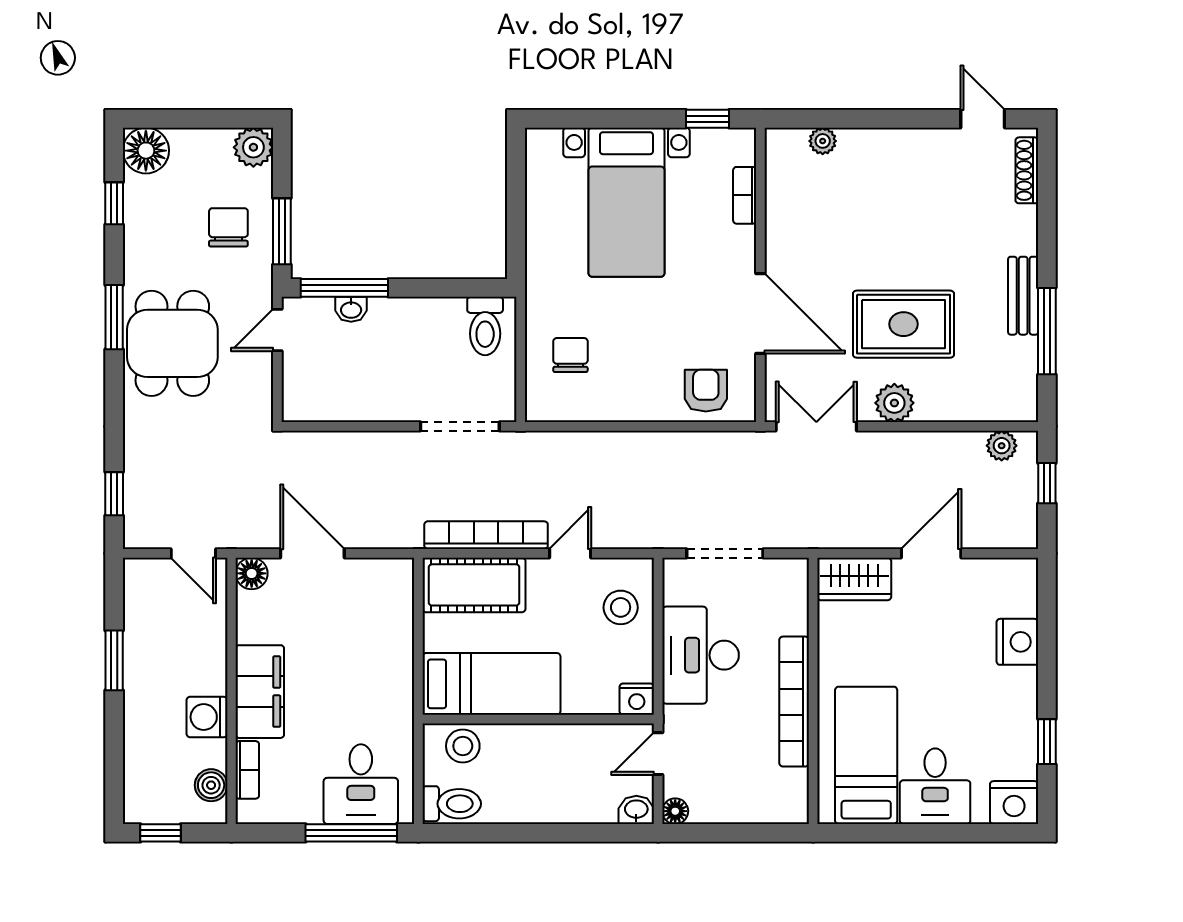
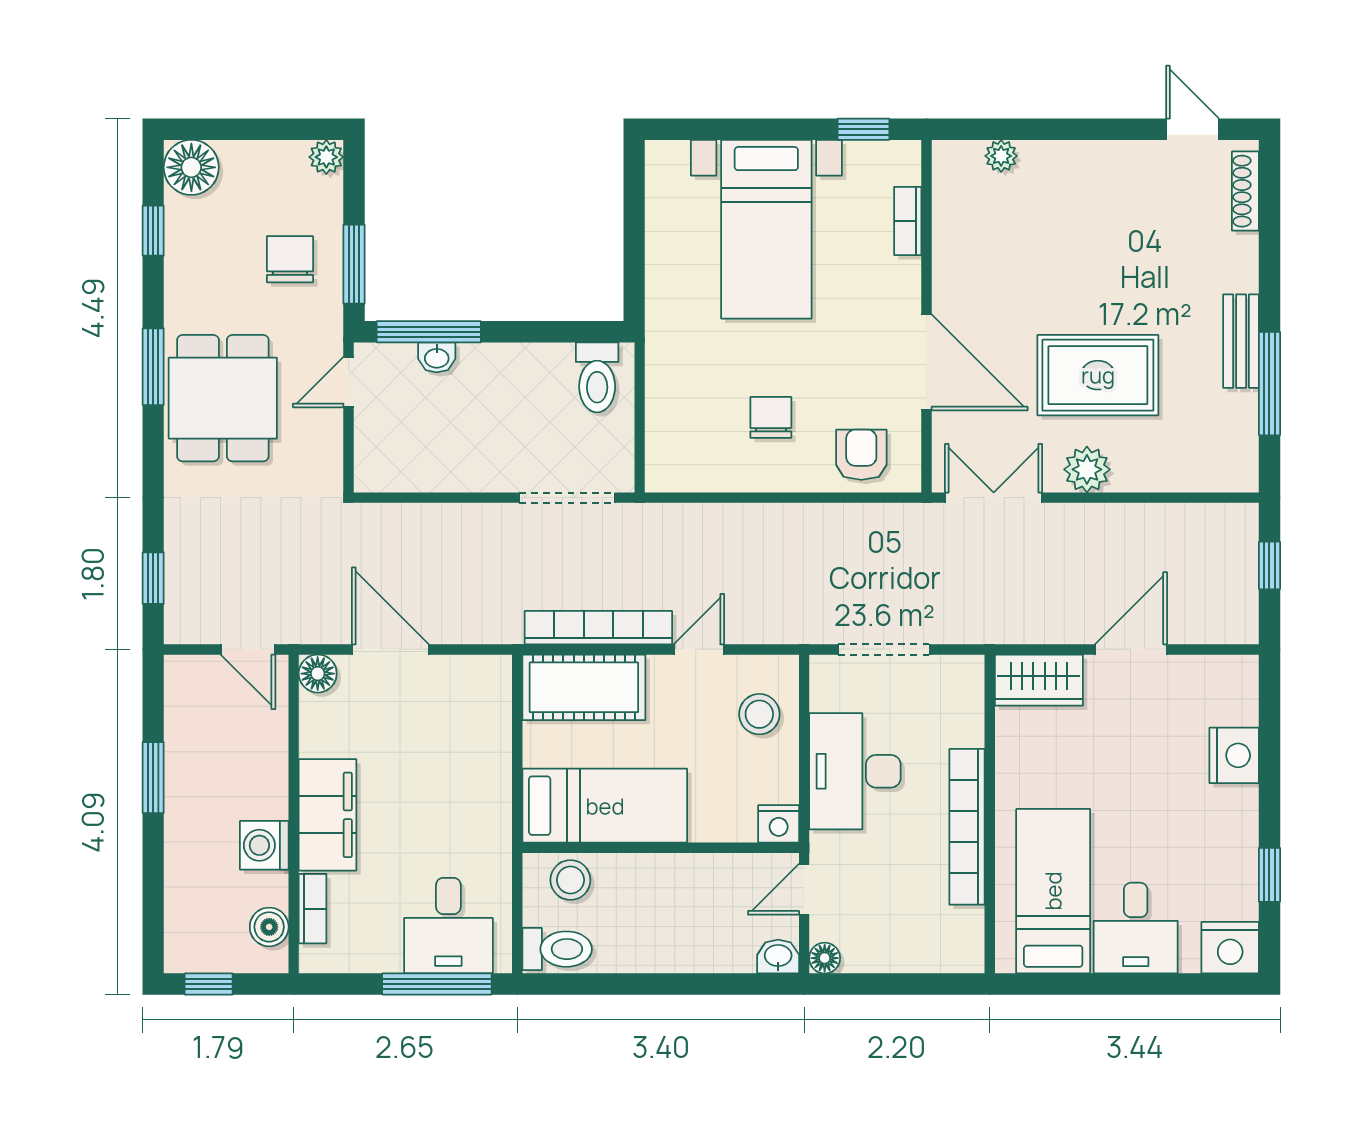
plant: (253, 147) -> (326, 157), width x0.73, depth x0.73
chair: (570, 355) -> (771, 417), moved
plant: (1002, 446) -> (1215, 521), removed

